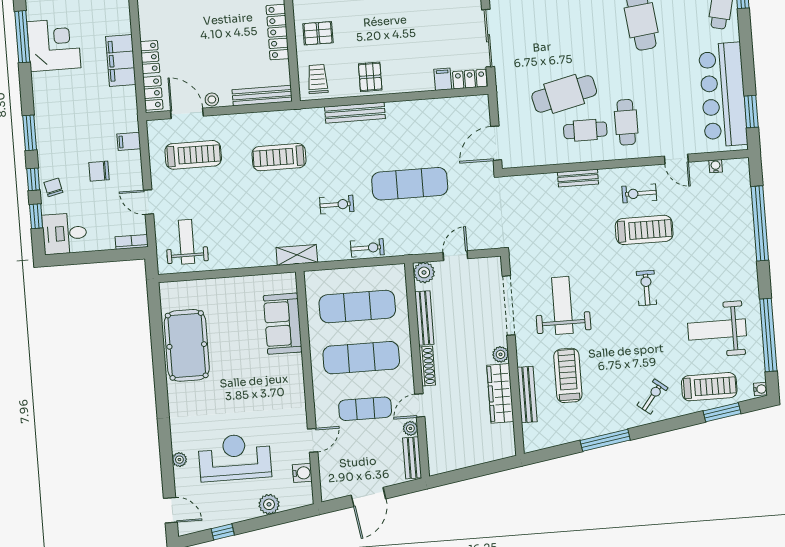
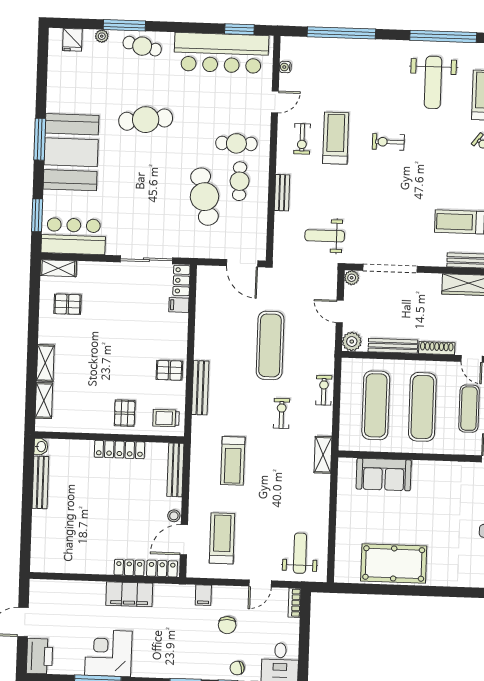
weight bench: (187, 242) -> (300, 553), turned 90
weight bench: (562, 305) -> (325, 236), moved, width x0.73, depth x0.75
plant: (501, 354) -> (352, 278), moved

